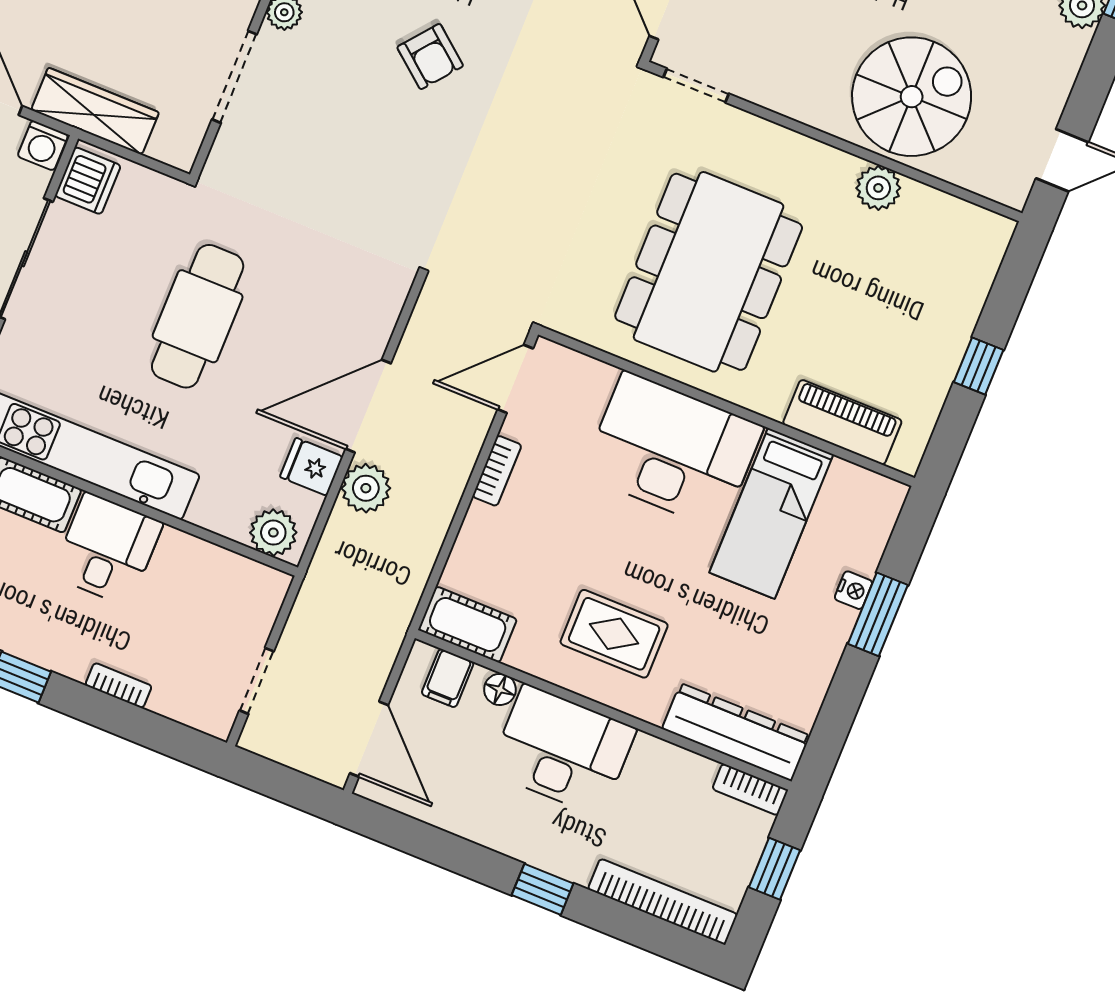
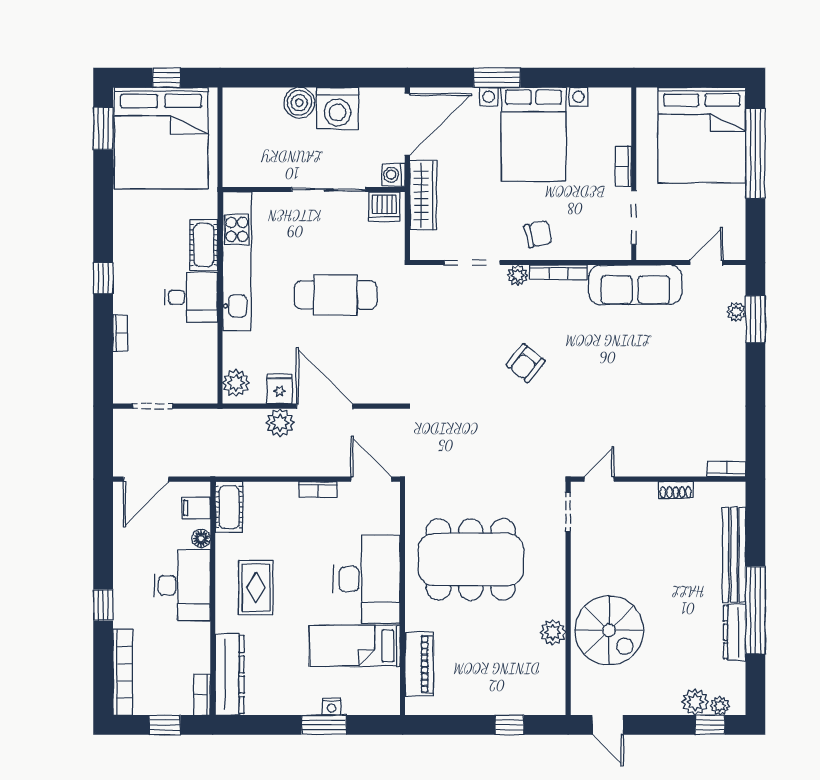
window: (979, 366) -> (509, 725), moved

